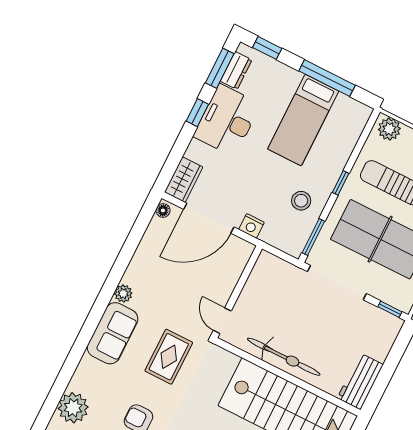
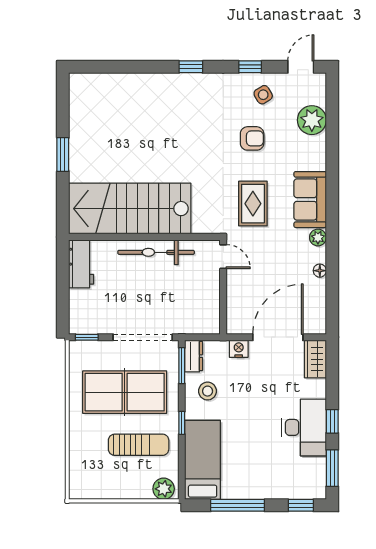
dresser: (236, 70) -> (194, 356), moved, turned 180
bed: (303, 120) -> (203, 460), moved
floor lamp: (163, 210) -> (320, 271), moved

